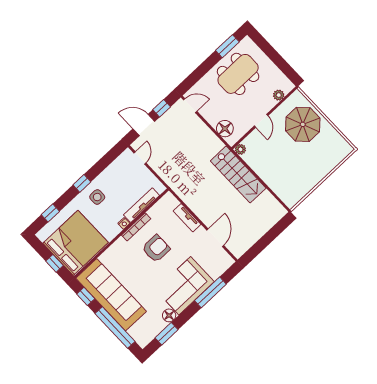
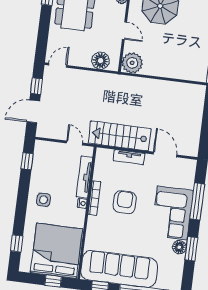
plant: (240, 149) -> (132, 63), width x1.87, depth x1.87
door: (140, 158) -> (74, 143), moved
stairs: (238, 174) -> (120, 136), moved, turned 180
window: (82, 183) -> (27, 161), moved
window: (167, 334) -> (191, 249), moved

